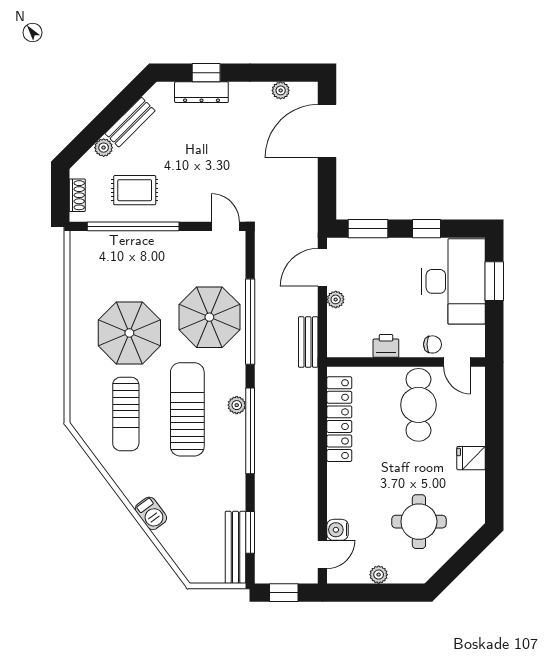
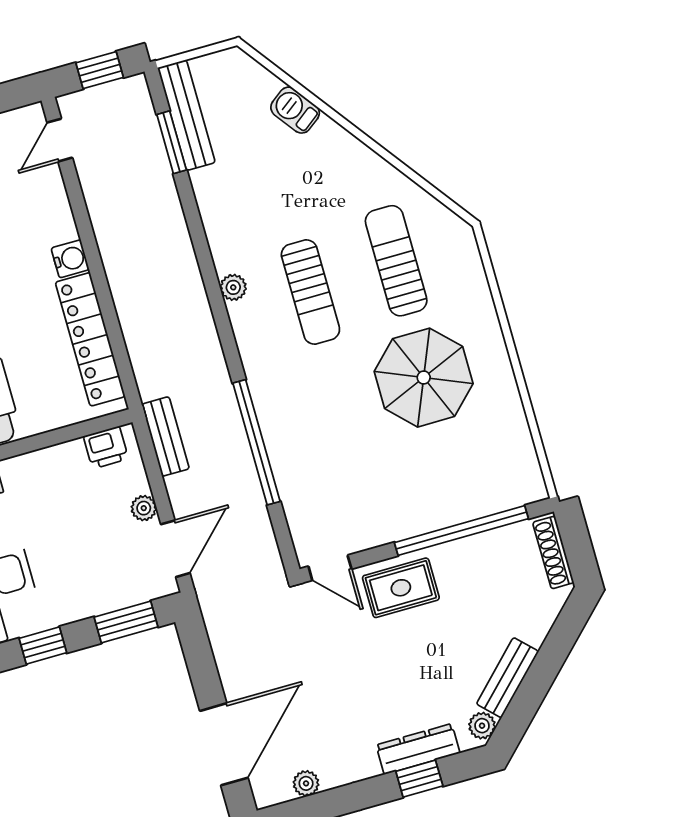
plant: (104, 148) -> (482, 726), moved
rug: (135, 190) -> (401, 588), moved
shoe rack: (77, 195) -> (553, 552), width x1.43
parasol: (209, 317) -> (316, 432), removed
printer: (386, 346) -> (106, 447), moved
plant: (237, 405) -> (233, 287), moved
sun lounger: (187, 409) -> (310, 292), width x0.73, depth x0.75
window: (250, 431) -> (212, 287), removed
barbecue: (151, 513) -> (295, 110), moved
water cooler: (338, 530) -> (70, 259), moved

